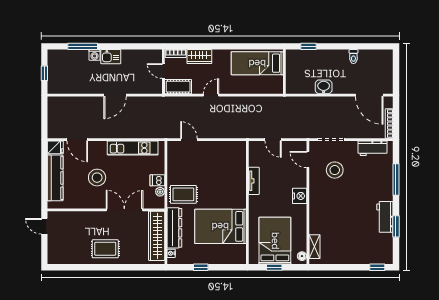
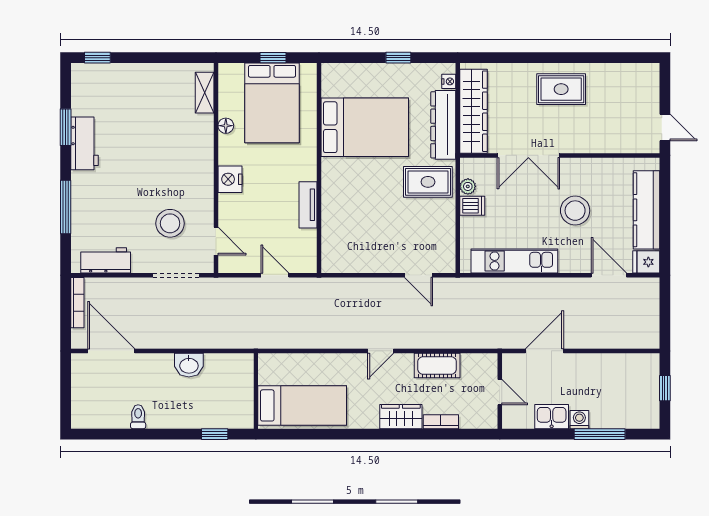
door: (163, 71) -> (500, 392), moved
wall: (163, 72) -> (500, 391), moved
floor lamp: (302, 256) -> (226, 126), moved

